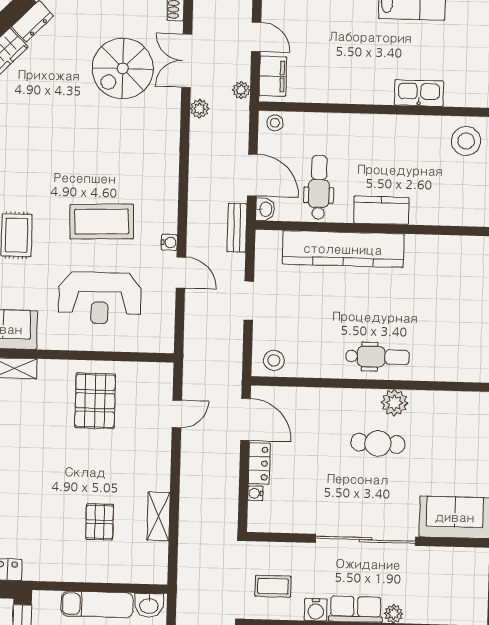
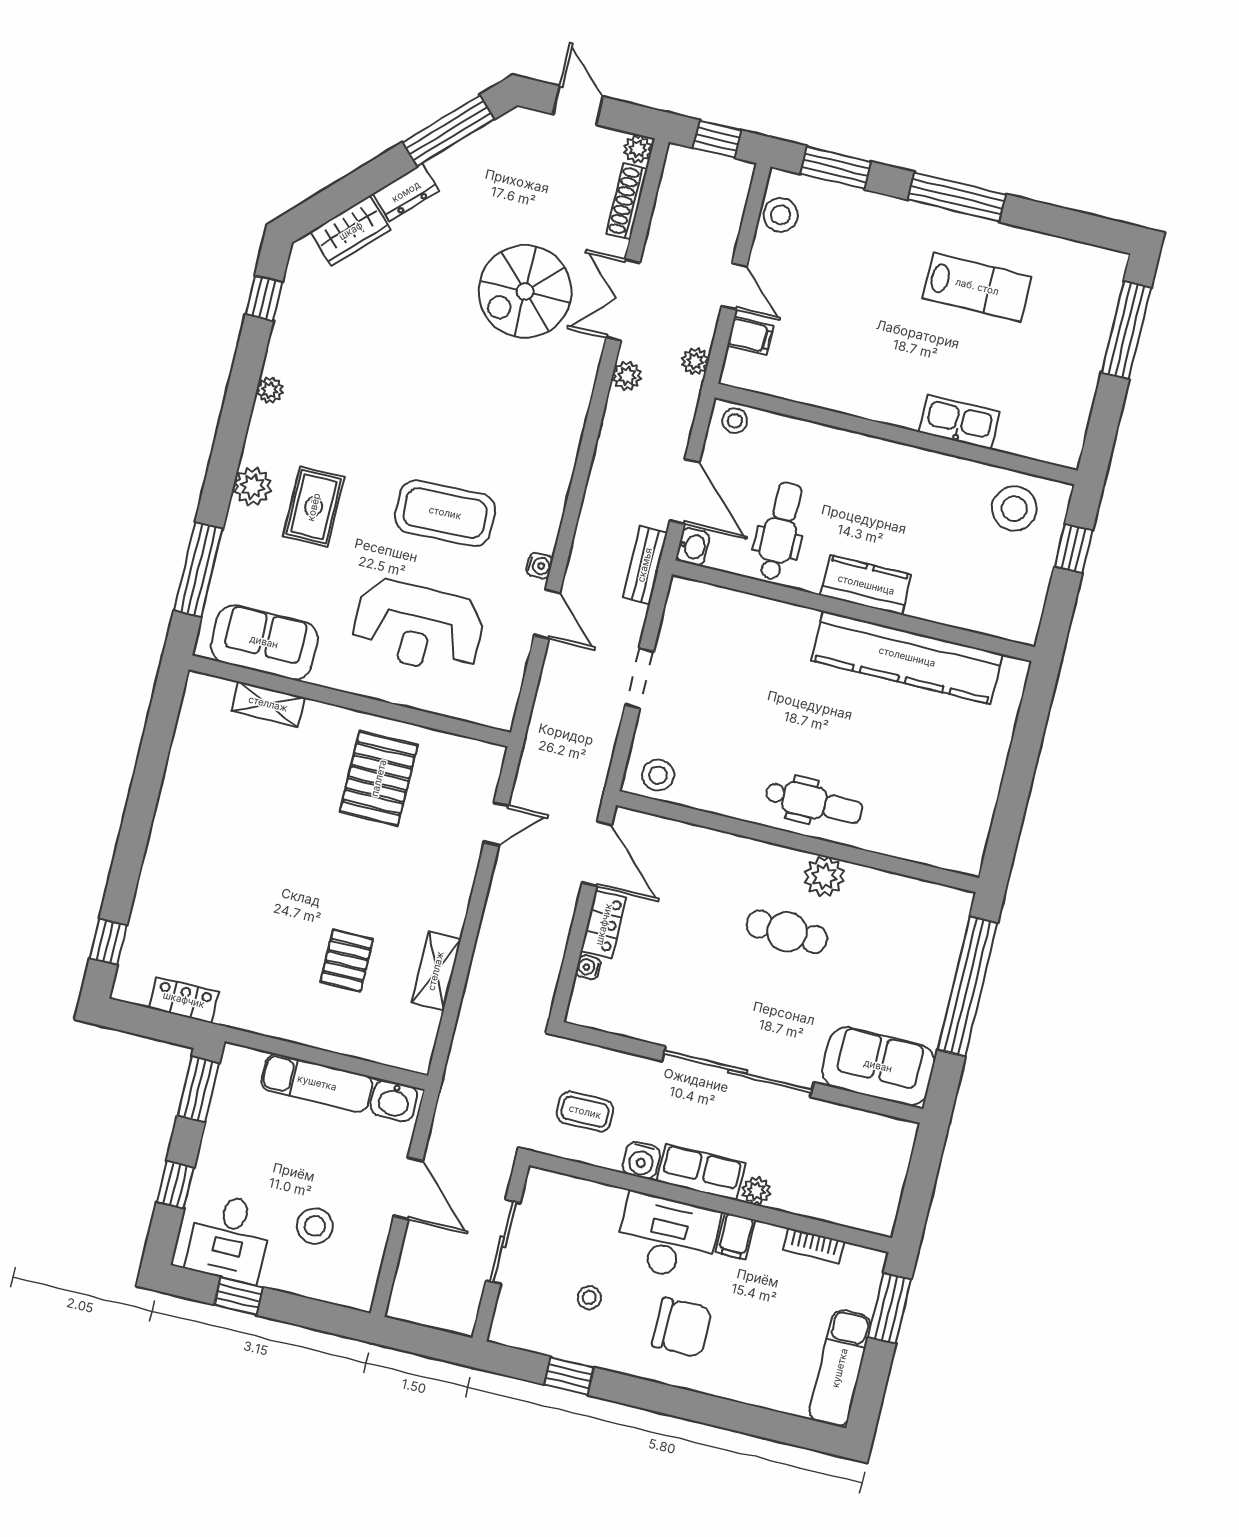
filing cabinet: (273, 76) -> (750, 336), width x0.50
kitchen counter: (343, 249) -> (907, 657), moved

